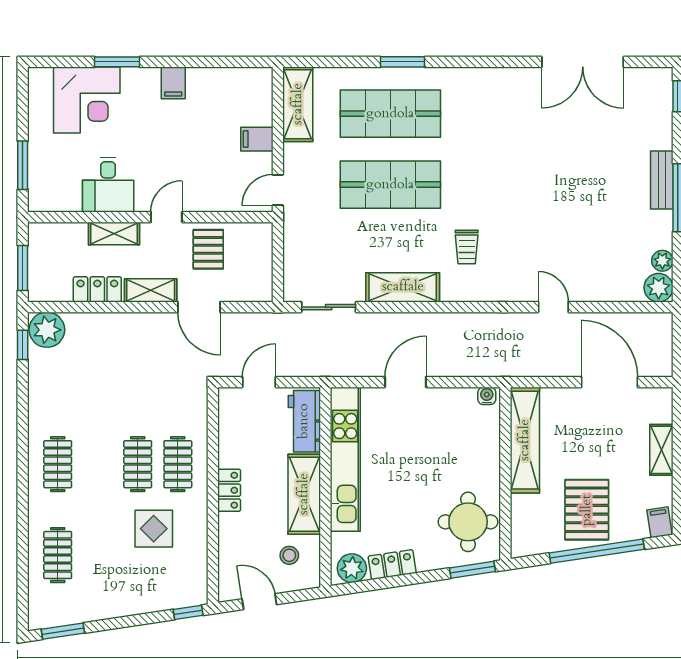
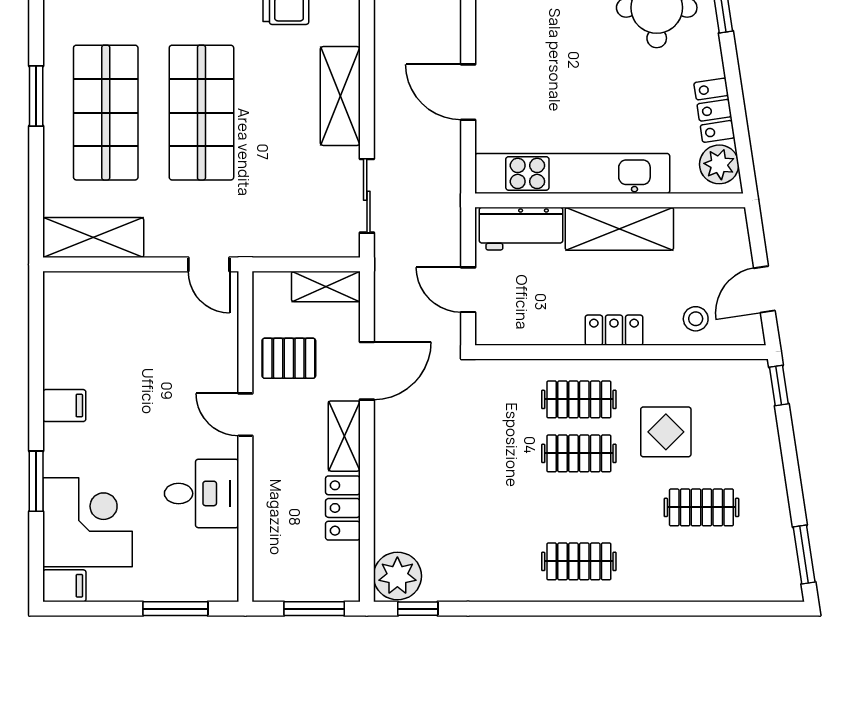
filing cabinet: (257, 139) -> (64, 586), moved, turned -90
shelving: (114, 233) -> (326, 287), moved, turned 90
clothes rail: (58, 555) -> (701, 507), moved
stool: (289, 555) -> (696, 319), moved

